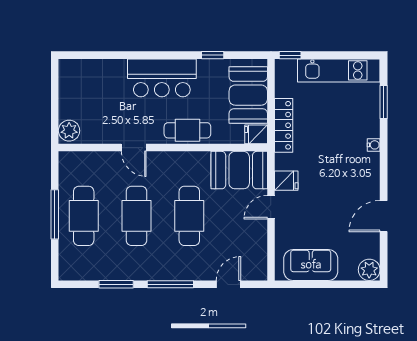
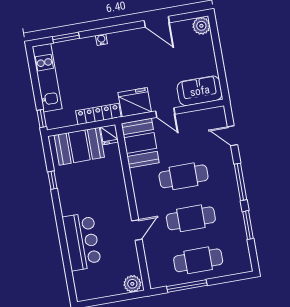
bar counter: (162, 78) -> (82, 242), moved
cafe table: (187, 130) -> (116, 190), removed
fridge: (286, 181) -> (135, 102), width x1.88, depth x1.34
window: (55, 214) -> (187, 286), moved
sofa: (311, 265) -> (200, 91), moved, turned 90

